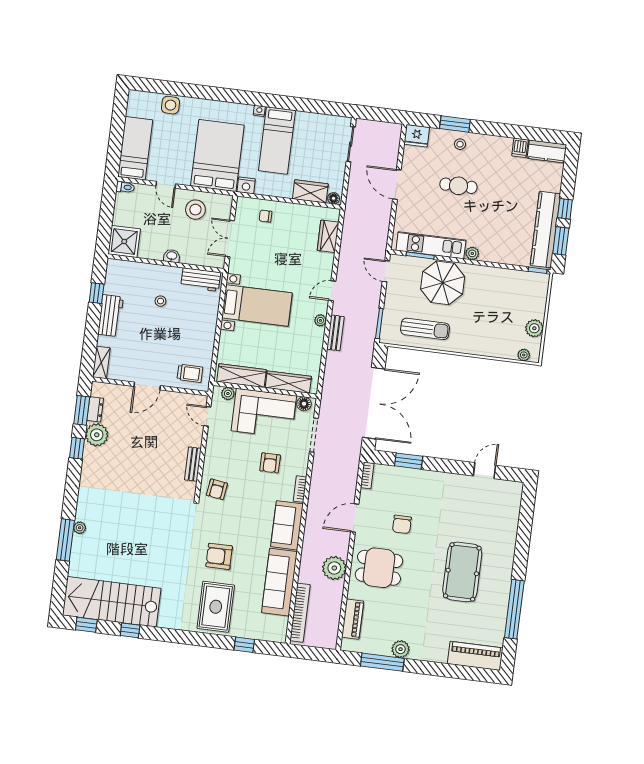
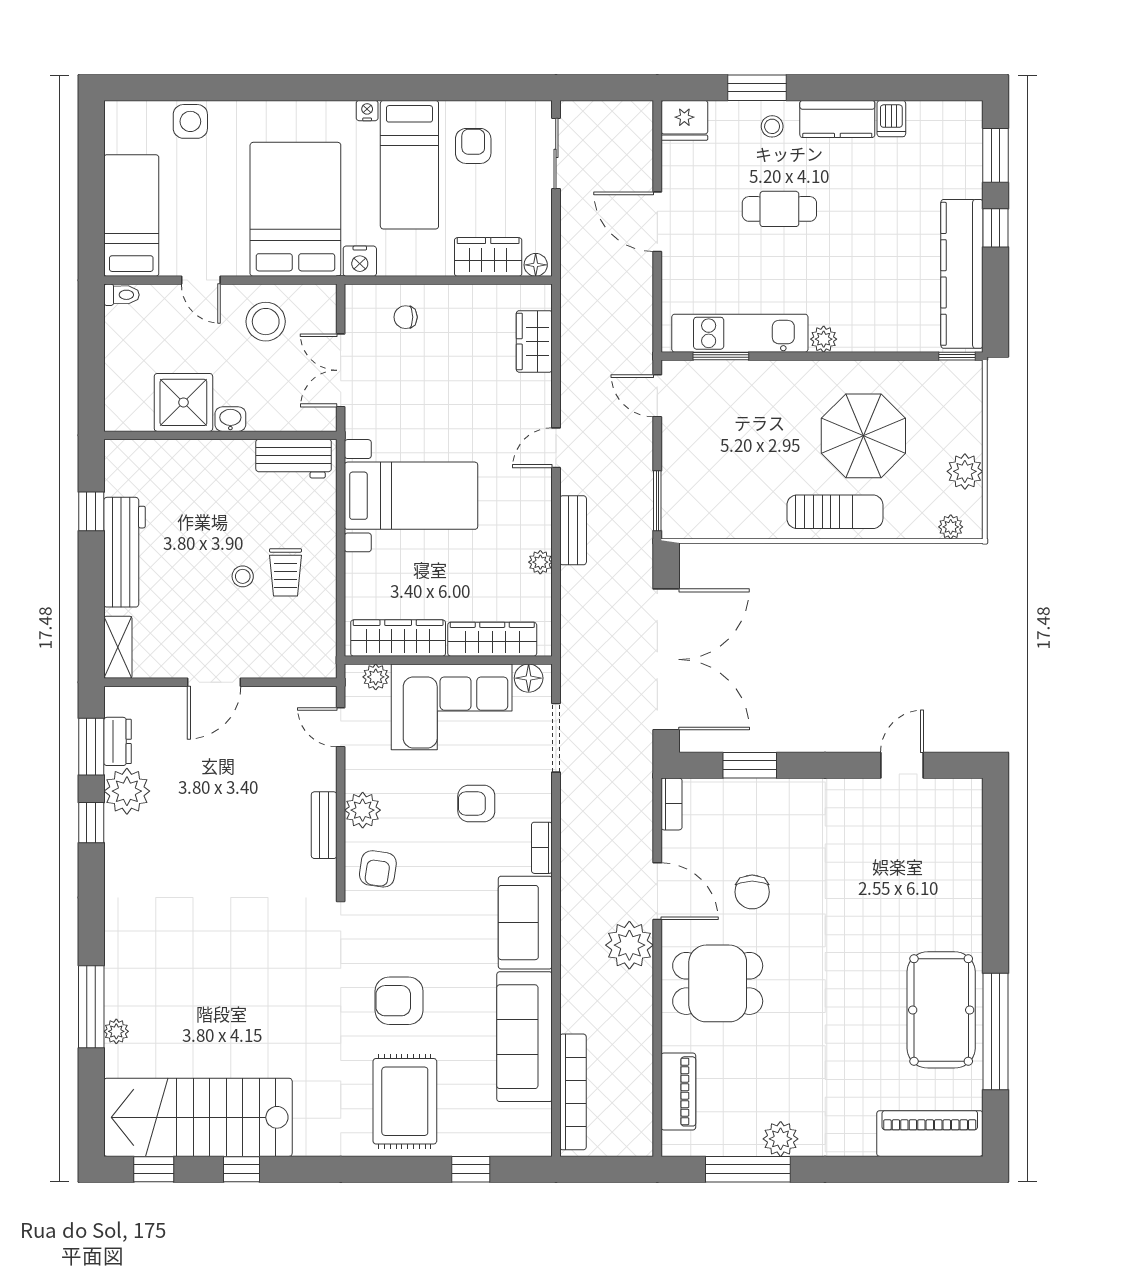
armchair: (310, 135) -> (473, 146), added
kitchen counter: (547, 151) -> (837, 119), moved
shower: (124, 241) -> (183, 402), moved
window: (561, 241) -> (995, 155), moved
parasol: (443, 283) -> (863, 436), moved
stool: (160, 301) -> (243, 576), moved
workbench: (111, 316) -> (125, 552), width x1.38
plant: (320, 320) -> (540, 562), moved
sun lounger: (425, 329) -> (835, 512), moved
trolley: (190, 373) -> (286, 572), moved, turned 90
plant: (213, 459) -> (363, 810), added
armchair: (270, 463) -> (476, 804), turned 90
door: (355, 518) -> (657, 891), swing flipped
plant: (80, 528) -> (116, 1031), moved
plant: (334, 568) -> (629, 945), moved
pool table: (462, 572) -> (941, 1010), moved

